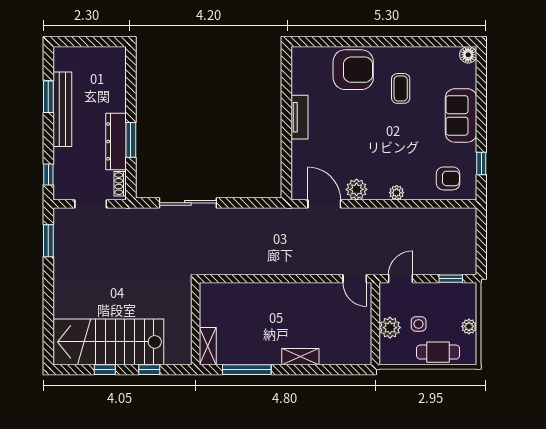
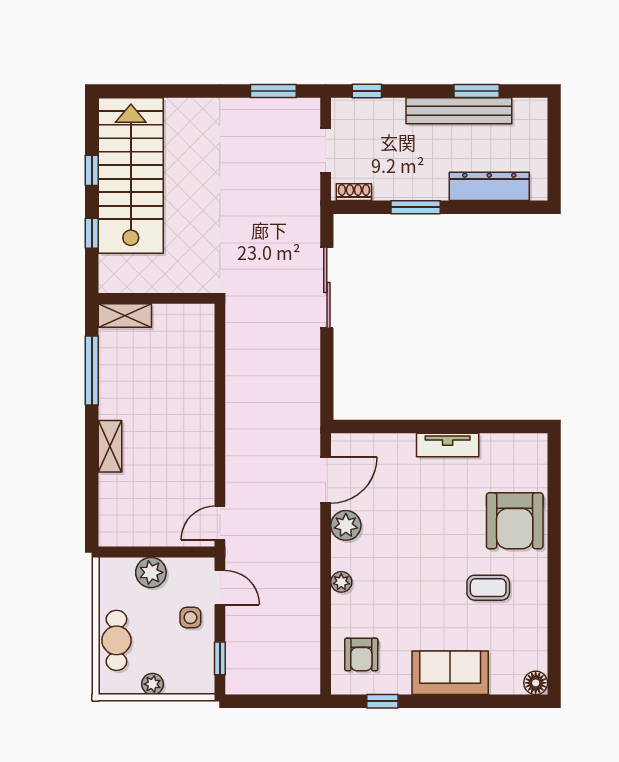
dresser: (116, 141) -> (489, 186), moved
side table: (419, 324) -> (190, 618), moved

